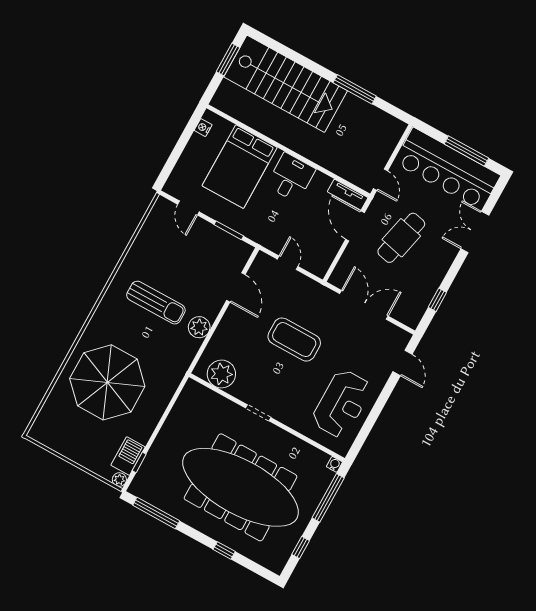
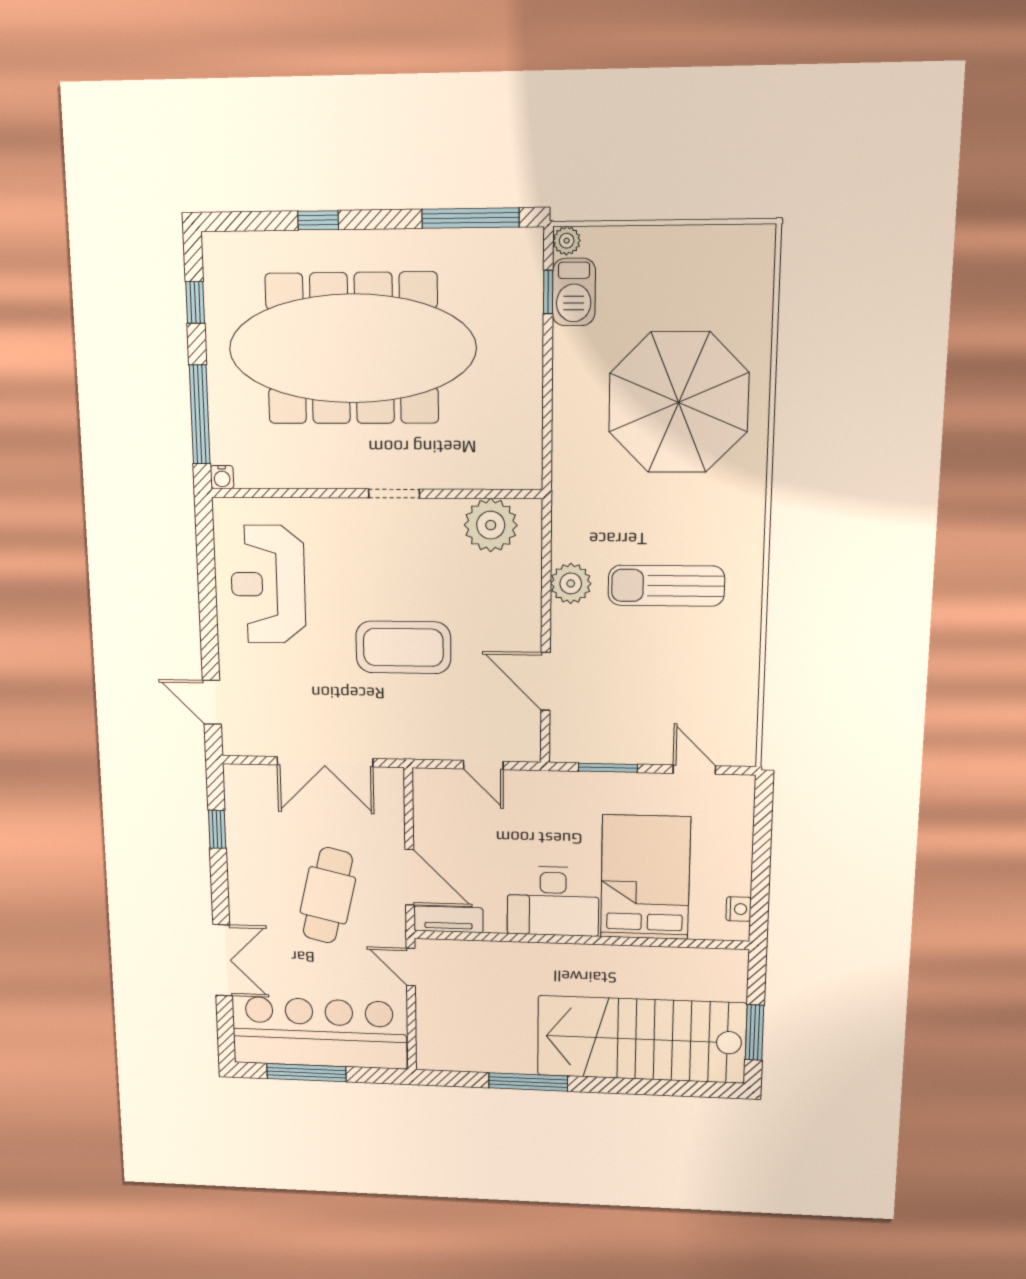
desk: (291, 177) -> (553, 901), width x1.37

